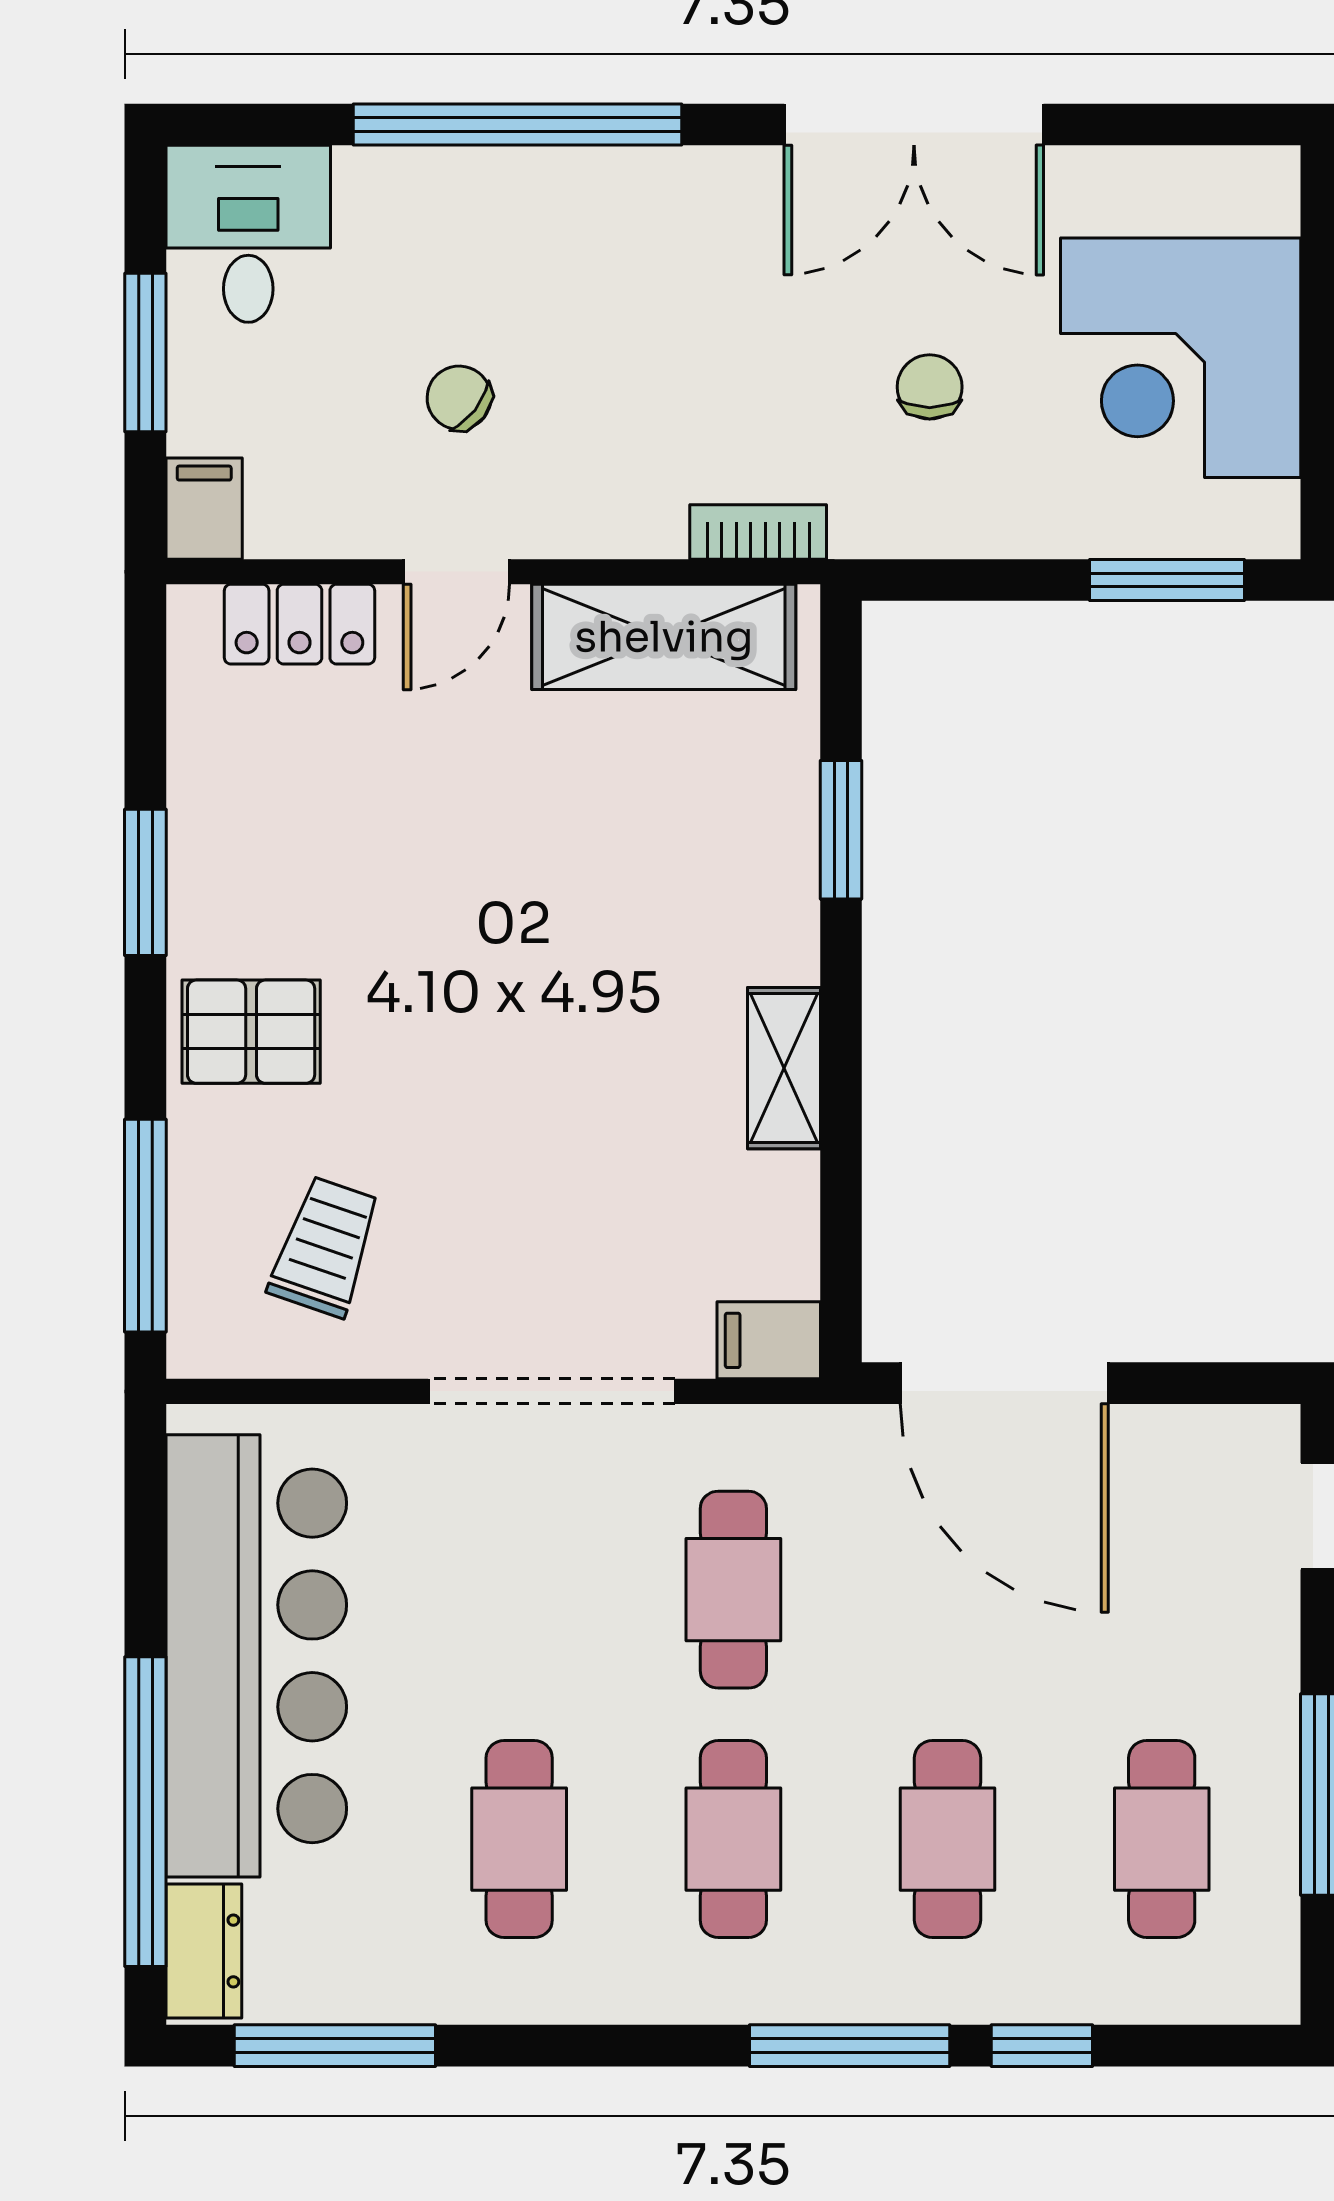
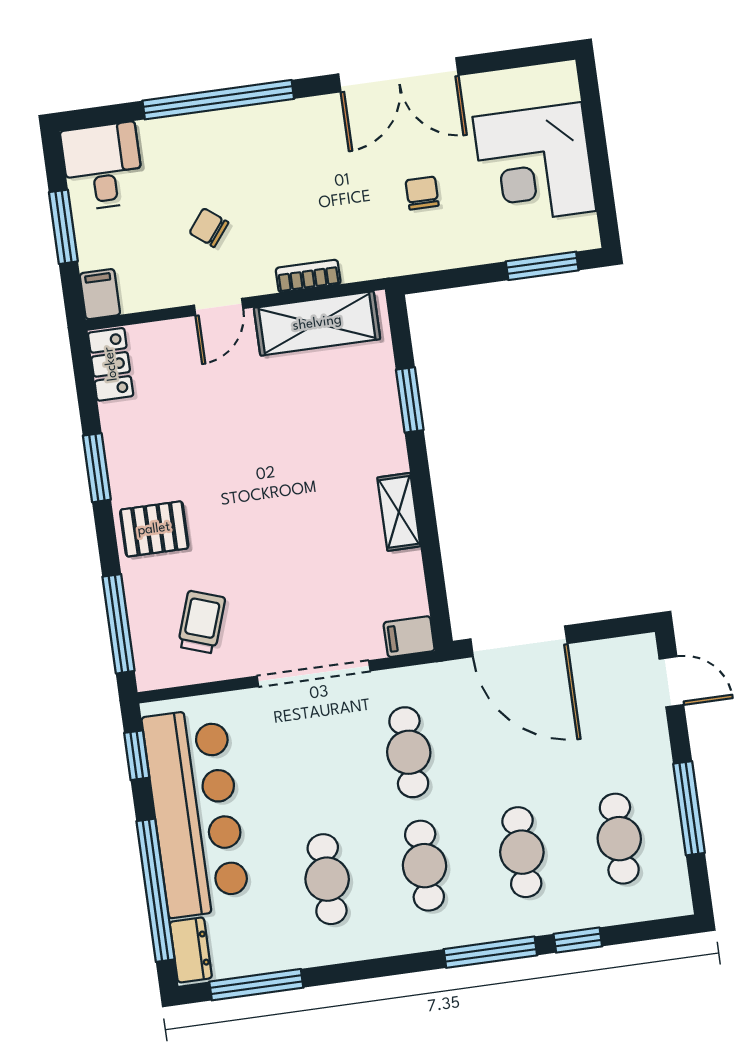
bookcase: (758, 532) -> (308, 276), moved
locker: (299, 624) -> (111, 364), moved, turned -90
window: (145, 1515) -> (137, 755), added

